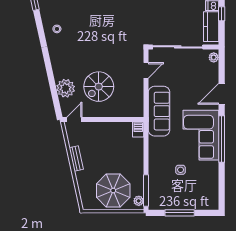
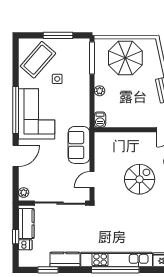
spiral stairs: (99, 87) -> (140, 179), moved
sofa: (159, 111) -> (79, 145), width x0.73
coffee table: (200, 189) -> (38, 60), added
plant: (139, 201) -> (100, 91), moved

